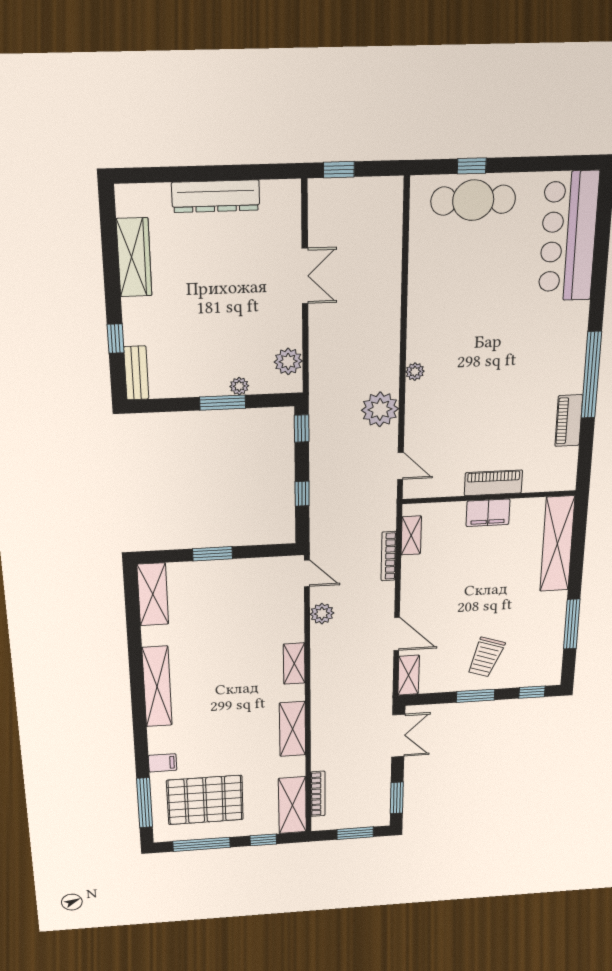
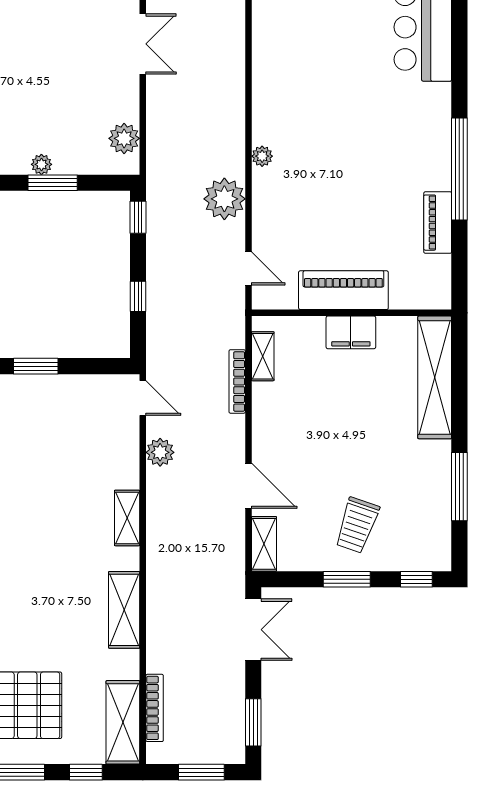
plant: (239, 386) -> (41, 164), moved
piano: (493, 483) -> (343, 290), width x1.37, depth x1.33

